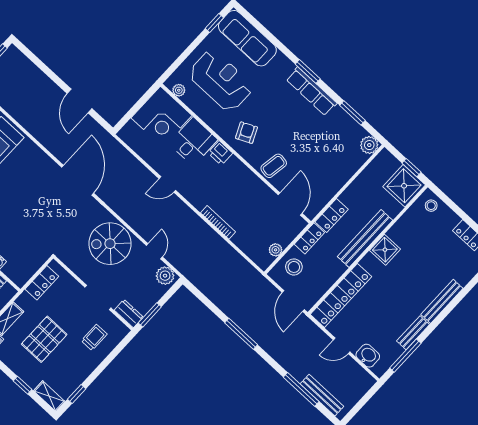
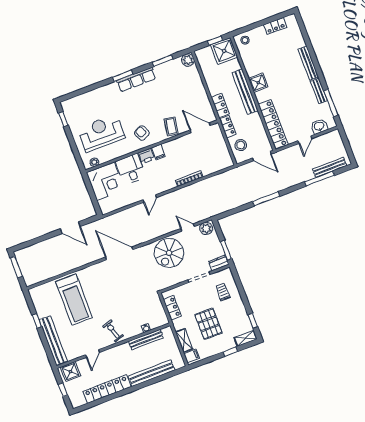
sofa: (247, 38) -> (83, 103), removed
filing cabinet: (233, 166) -> (158, 152), added
plant: (276, 250) -> (224, 151), removed

